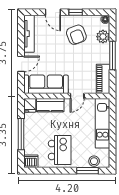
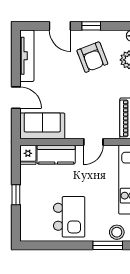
door: (21, 64) -> (16, 98), hinge flipped
sofa: (46, 84) -> (42, 126), width x0.73
window: (21, 134) -> (16, 195), width x0.46
dishwasher: (31, 161) -> (29, 232), removed

